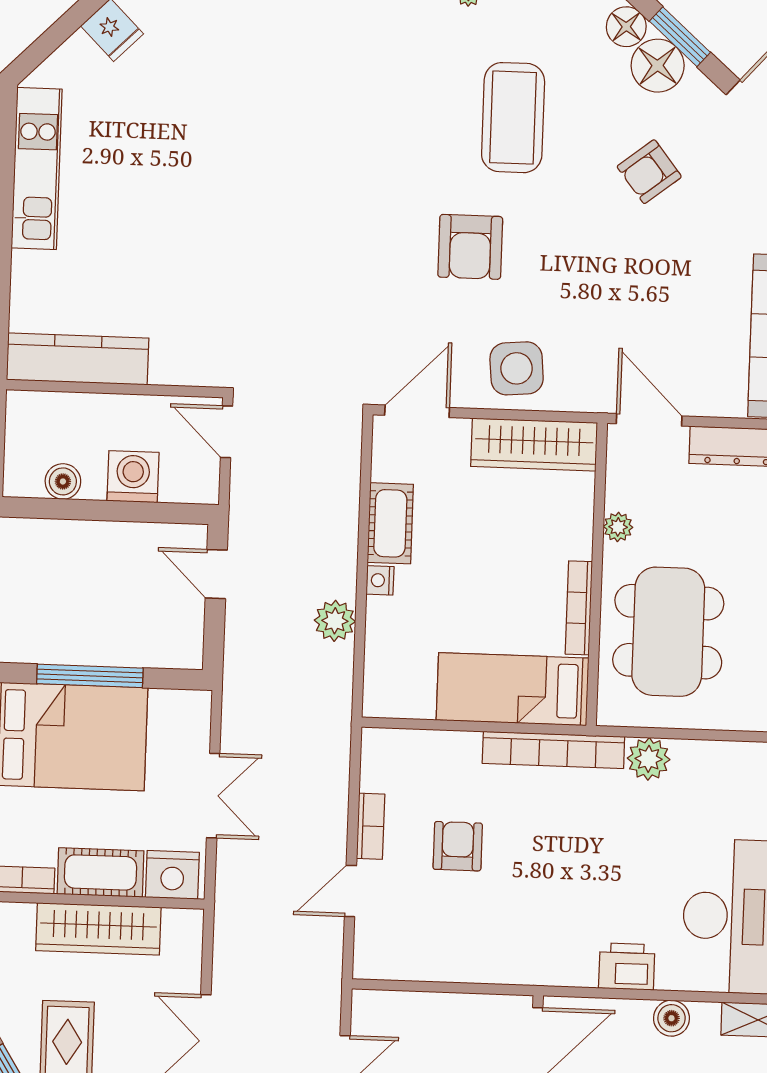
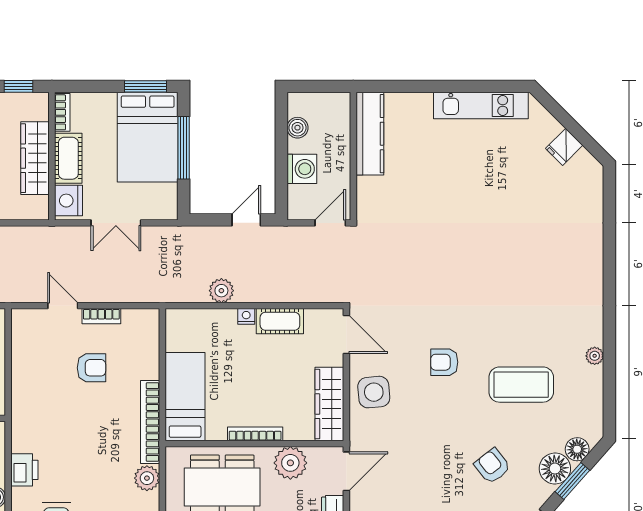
armchair: (470, 247) -> (444, 362), width x0.72, depth x0.72
plant: (618, 527) -> (290, 463), width x1.88, depth x1.88
bookcase: (579, 608) -> (255, 434), moved

